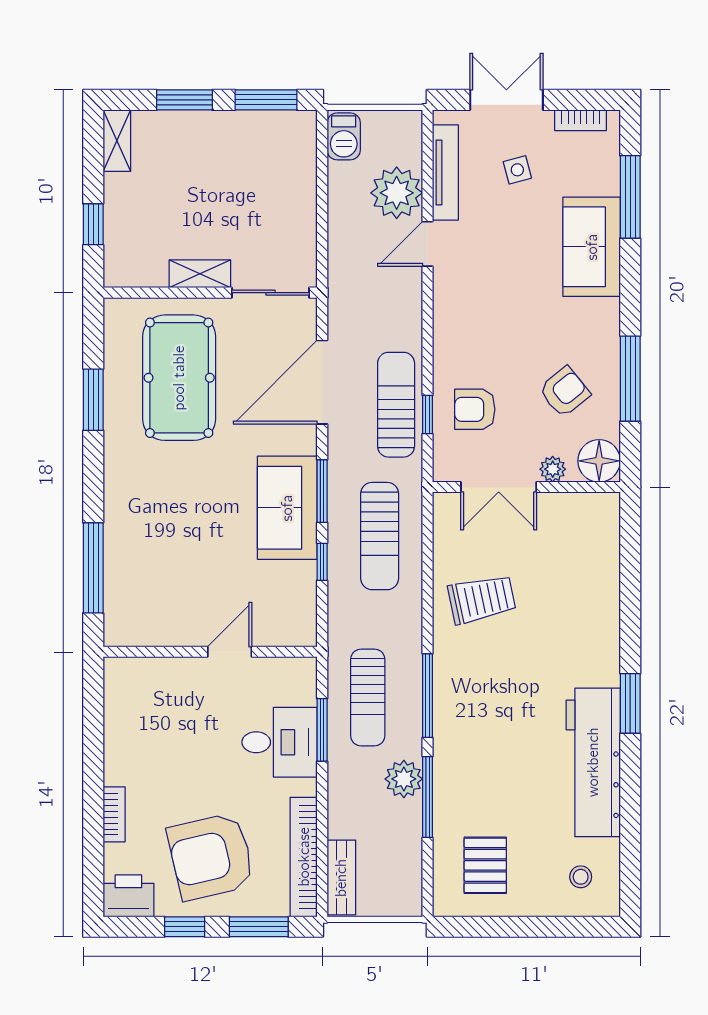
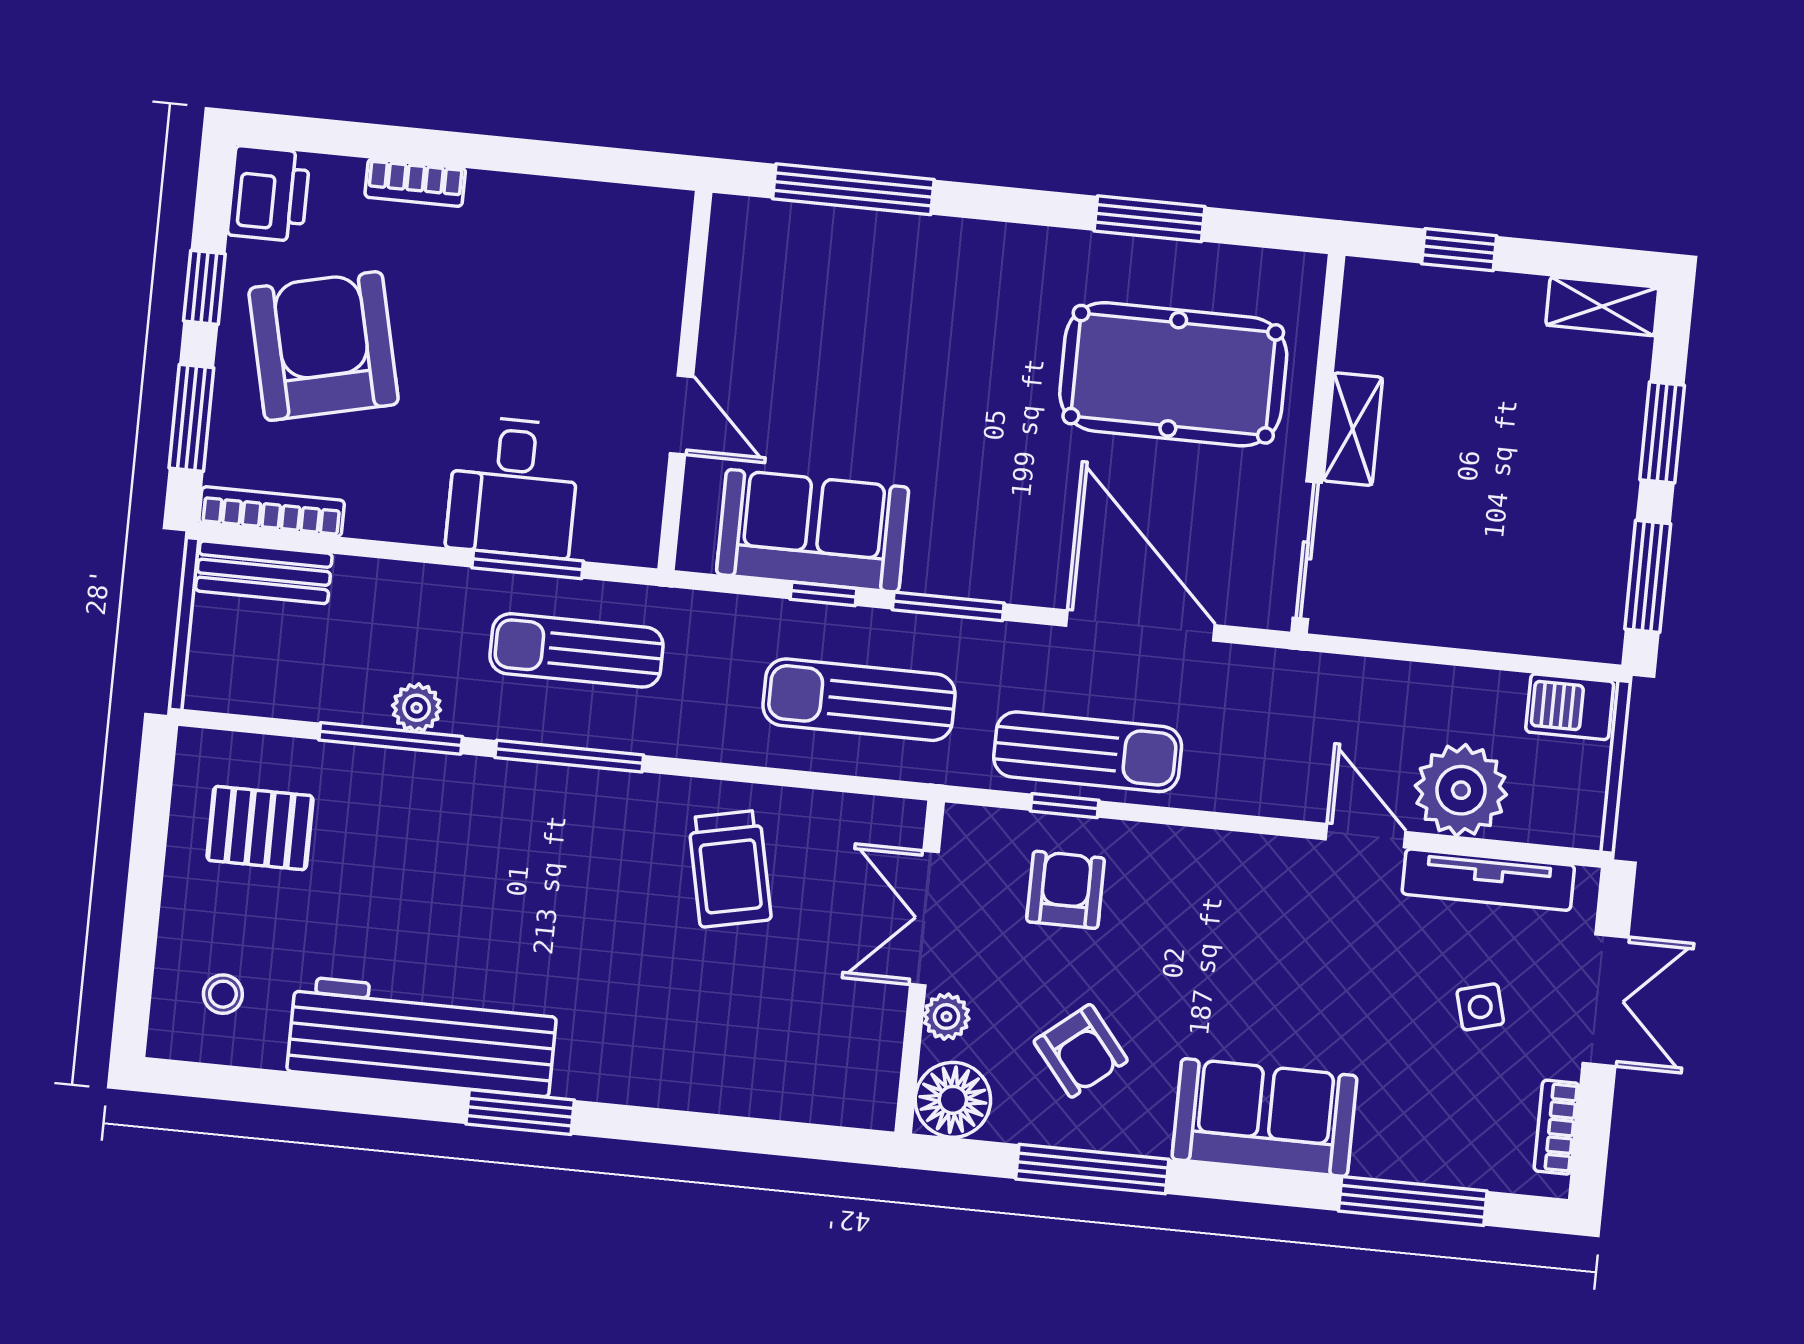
sofa: (592, 247) -> (1264, 1117), moved
sofa: (287, 508) -> (813, 531), moved
plant: (404, 779) -> (417, 708), width x0.73, depth x0.73
bookcase: (304, 857) -> (272, 512), width x0.68, depth x0.76

